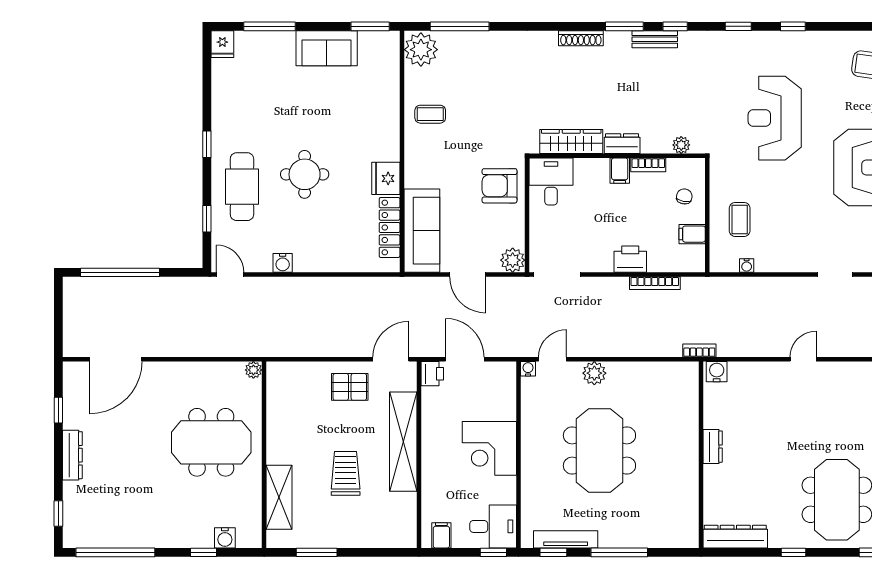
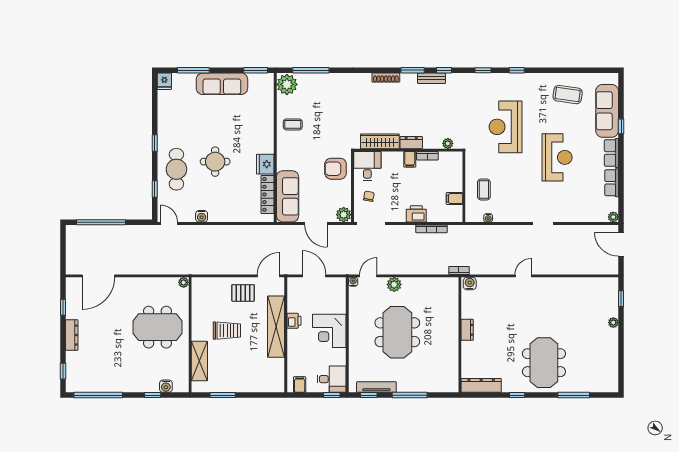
sofa: (327, 48) -> (222, 84), width x1.36
chair: (684, 196) -> (369, 196), moved
printer: (432, 374) -> (294, 321), moved
trolley: (346, 473) -> (227, 331), moved, turned 90

